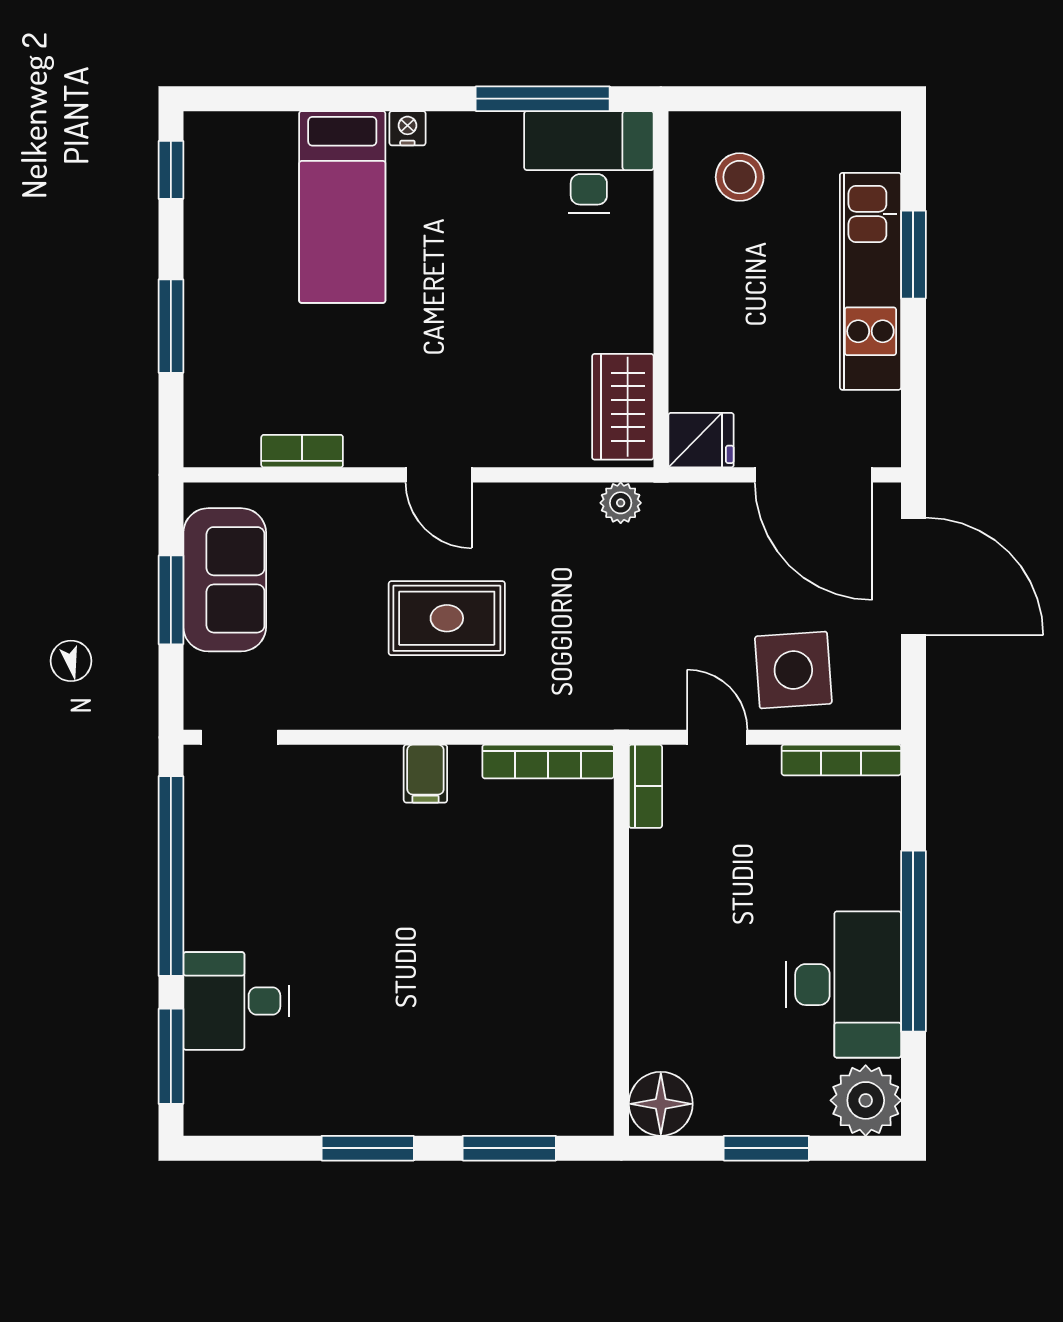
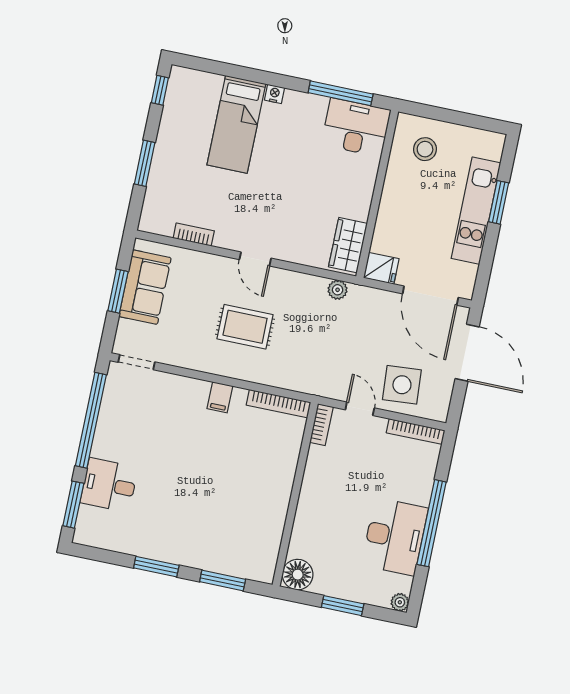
plant: (866, 1100) -> (400, 602), width x0.53, depth x0.53

